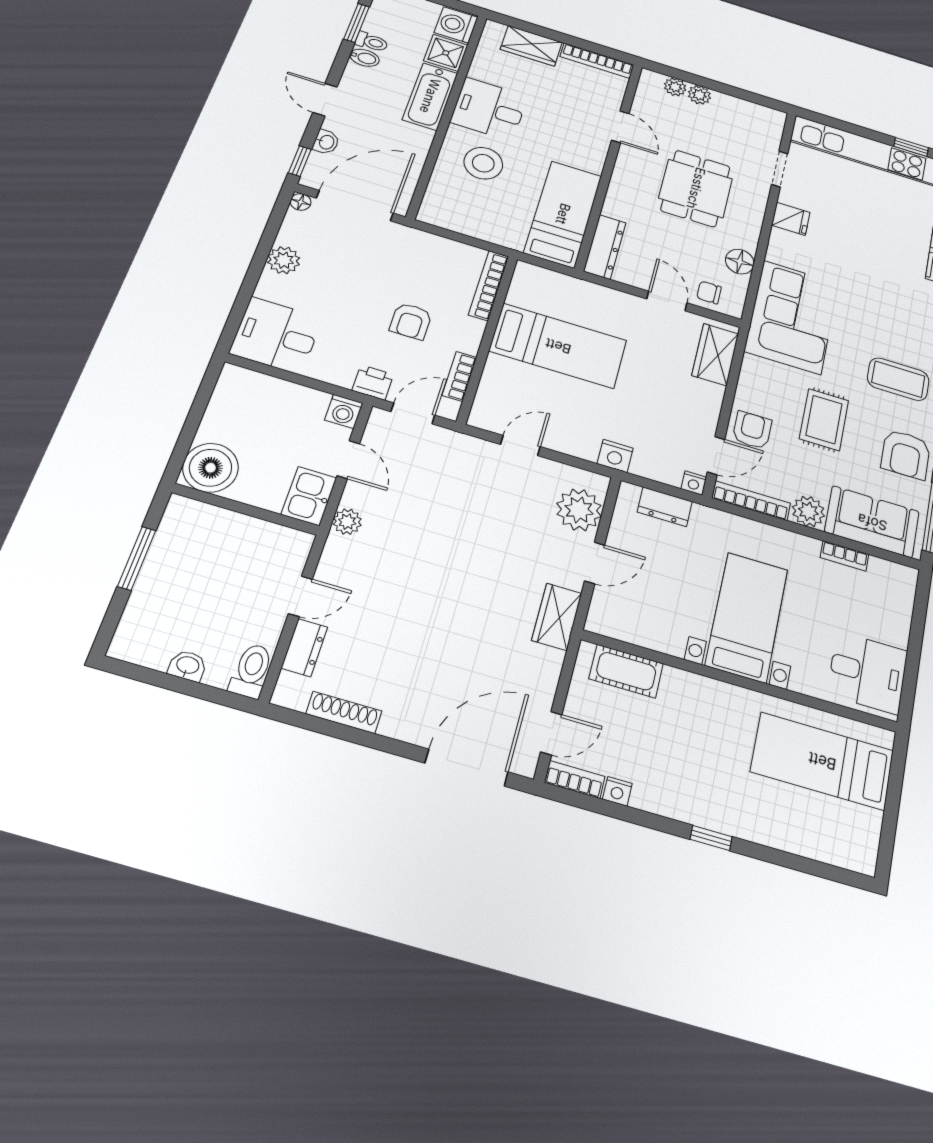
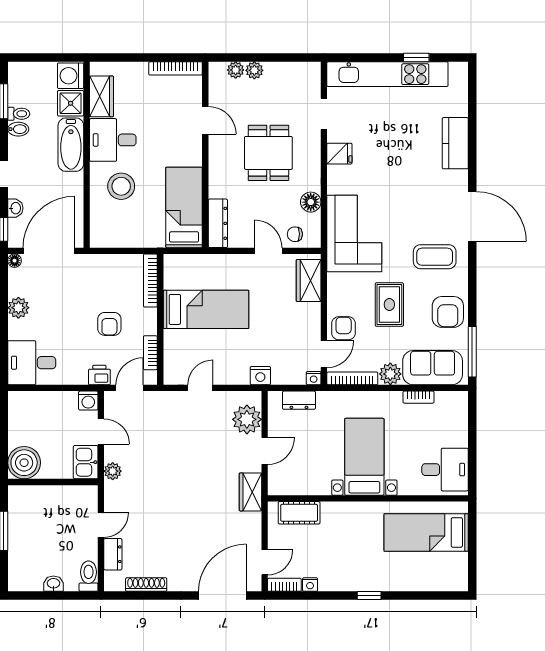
wardrobe: (531, 46) -> (102, 96), moved, turned -90

